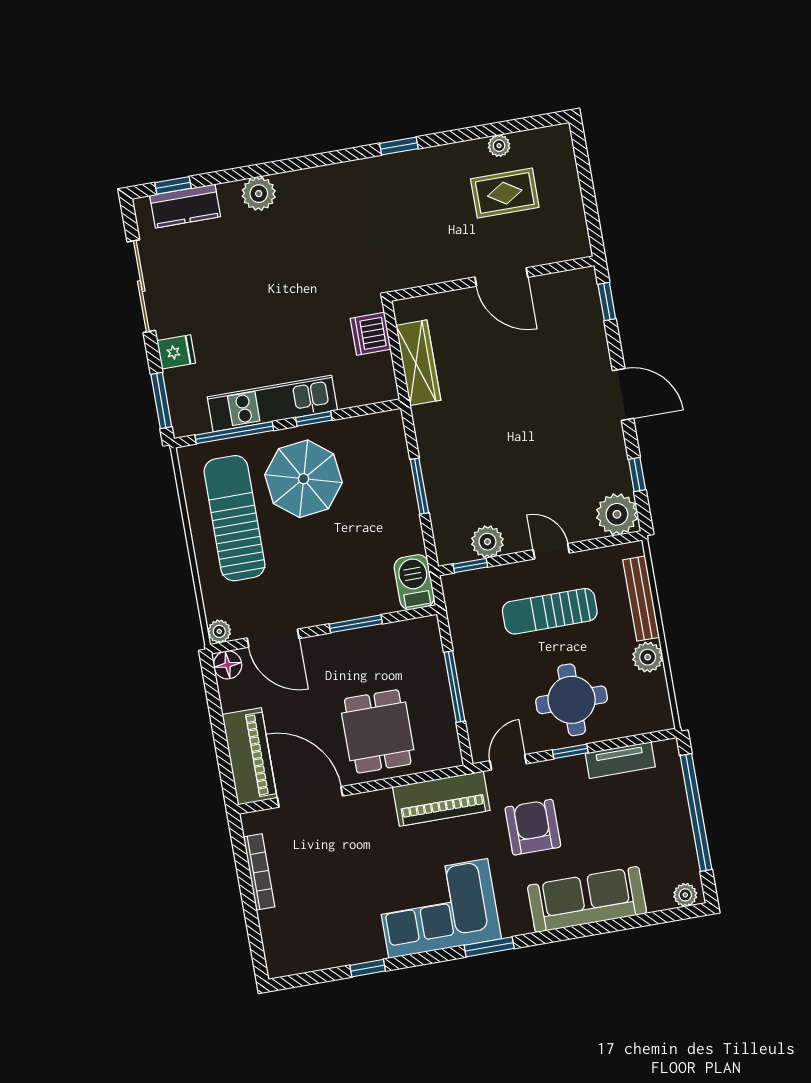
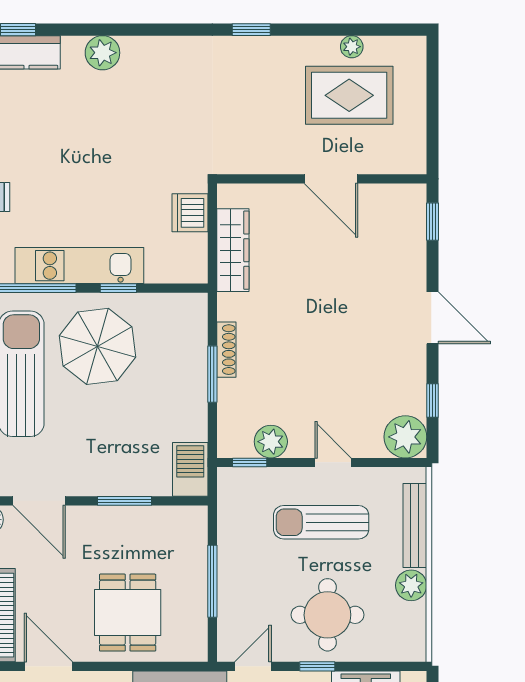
rug: (505, 193) -> (349, 95), width x1.36, depth x1.43
shoe rack: (429, 460) -> (226, 350), added
door: (310, 797) -> (48, 666), width x0.73

